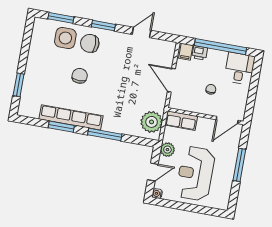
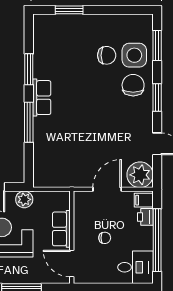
chair: (80, 76) -> (107, 55), moved
row of seats: (71, 117) -> (42, 98), width x0.50
row of seats: (181, 121) -> (61, 229), moved
plant: (152, 122) -> (140, 175), moved

